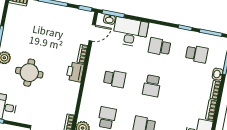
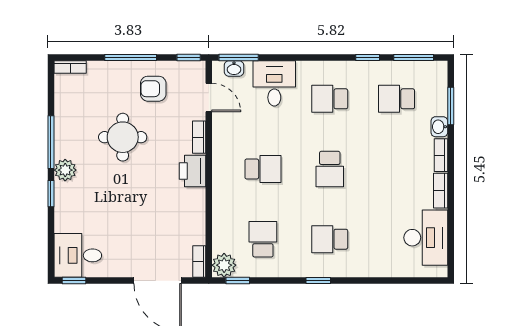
armchair: (62, 22) -> (153, 89), added
desk: (130, 32) -> (274, 83), width x0.73
door: (92, 33) -> (209, 97), hinge flipped
school desk: (197, 54) -> (397, 99), turned 180
round table: (29, 73) -> (123, 137), moved

